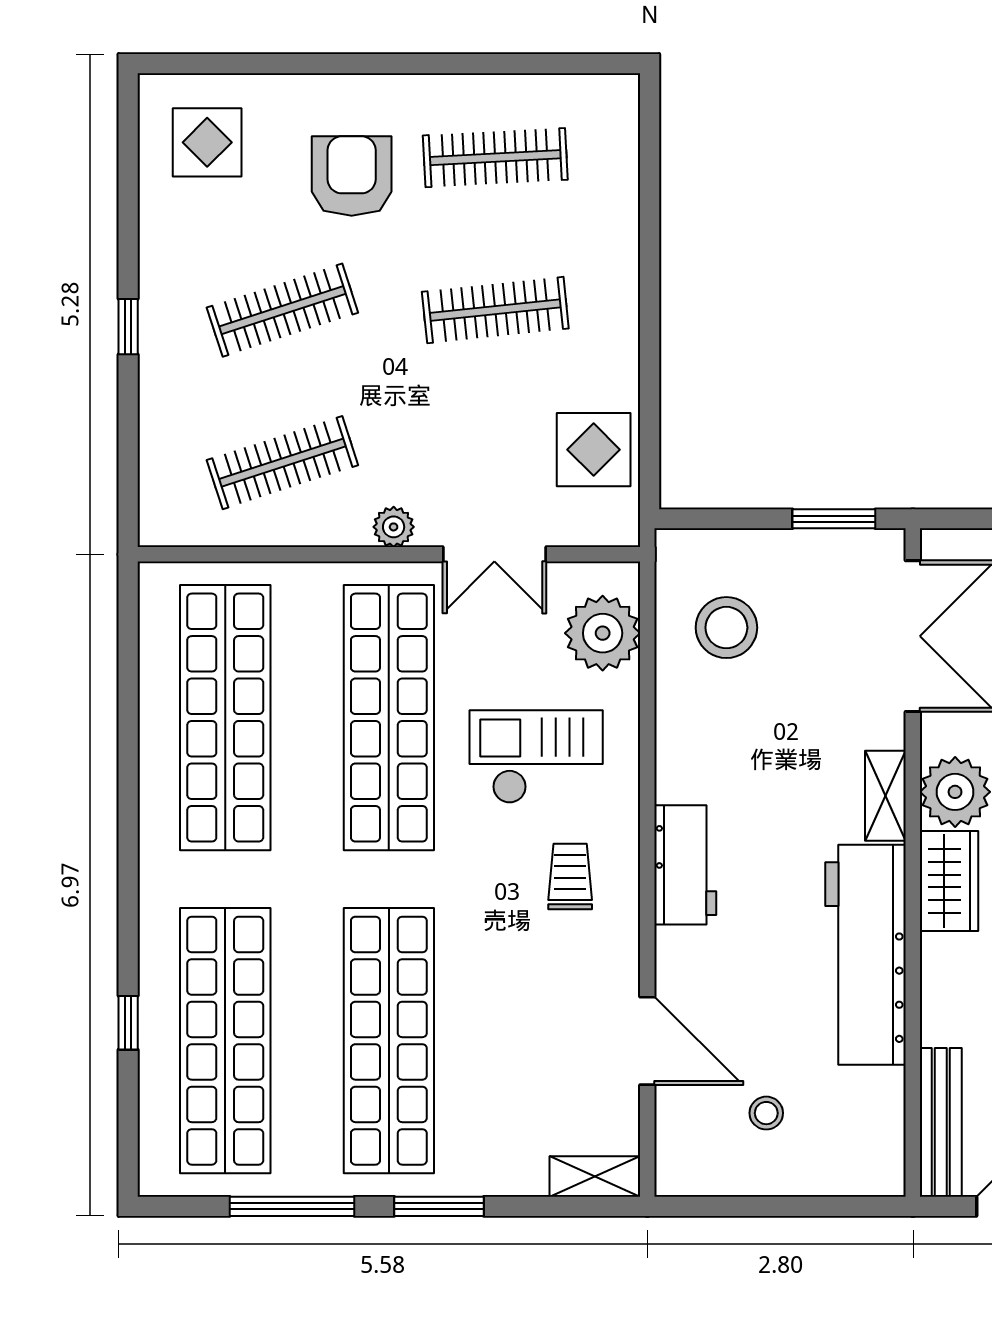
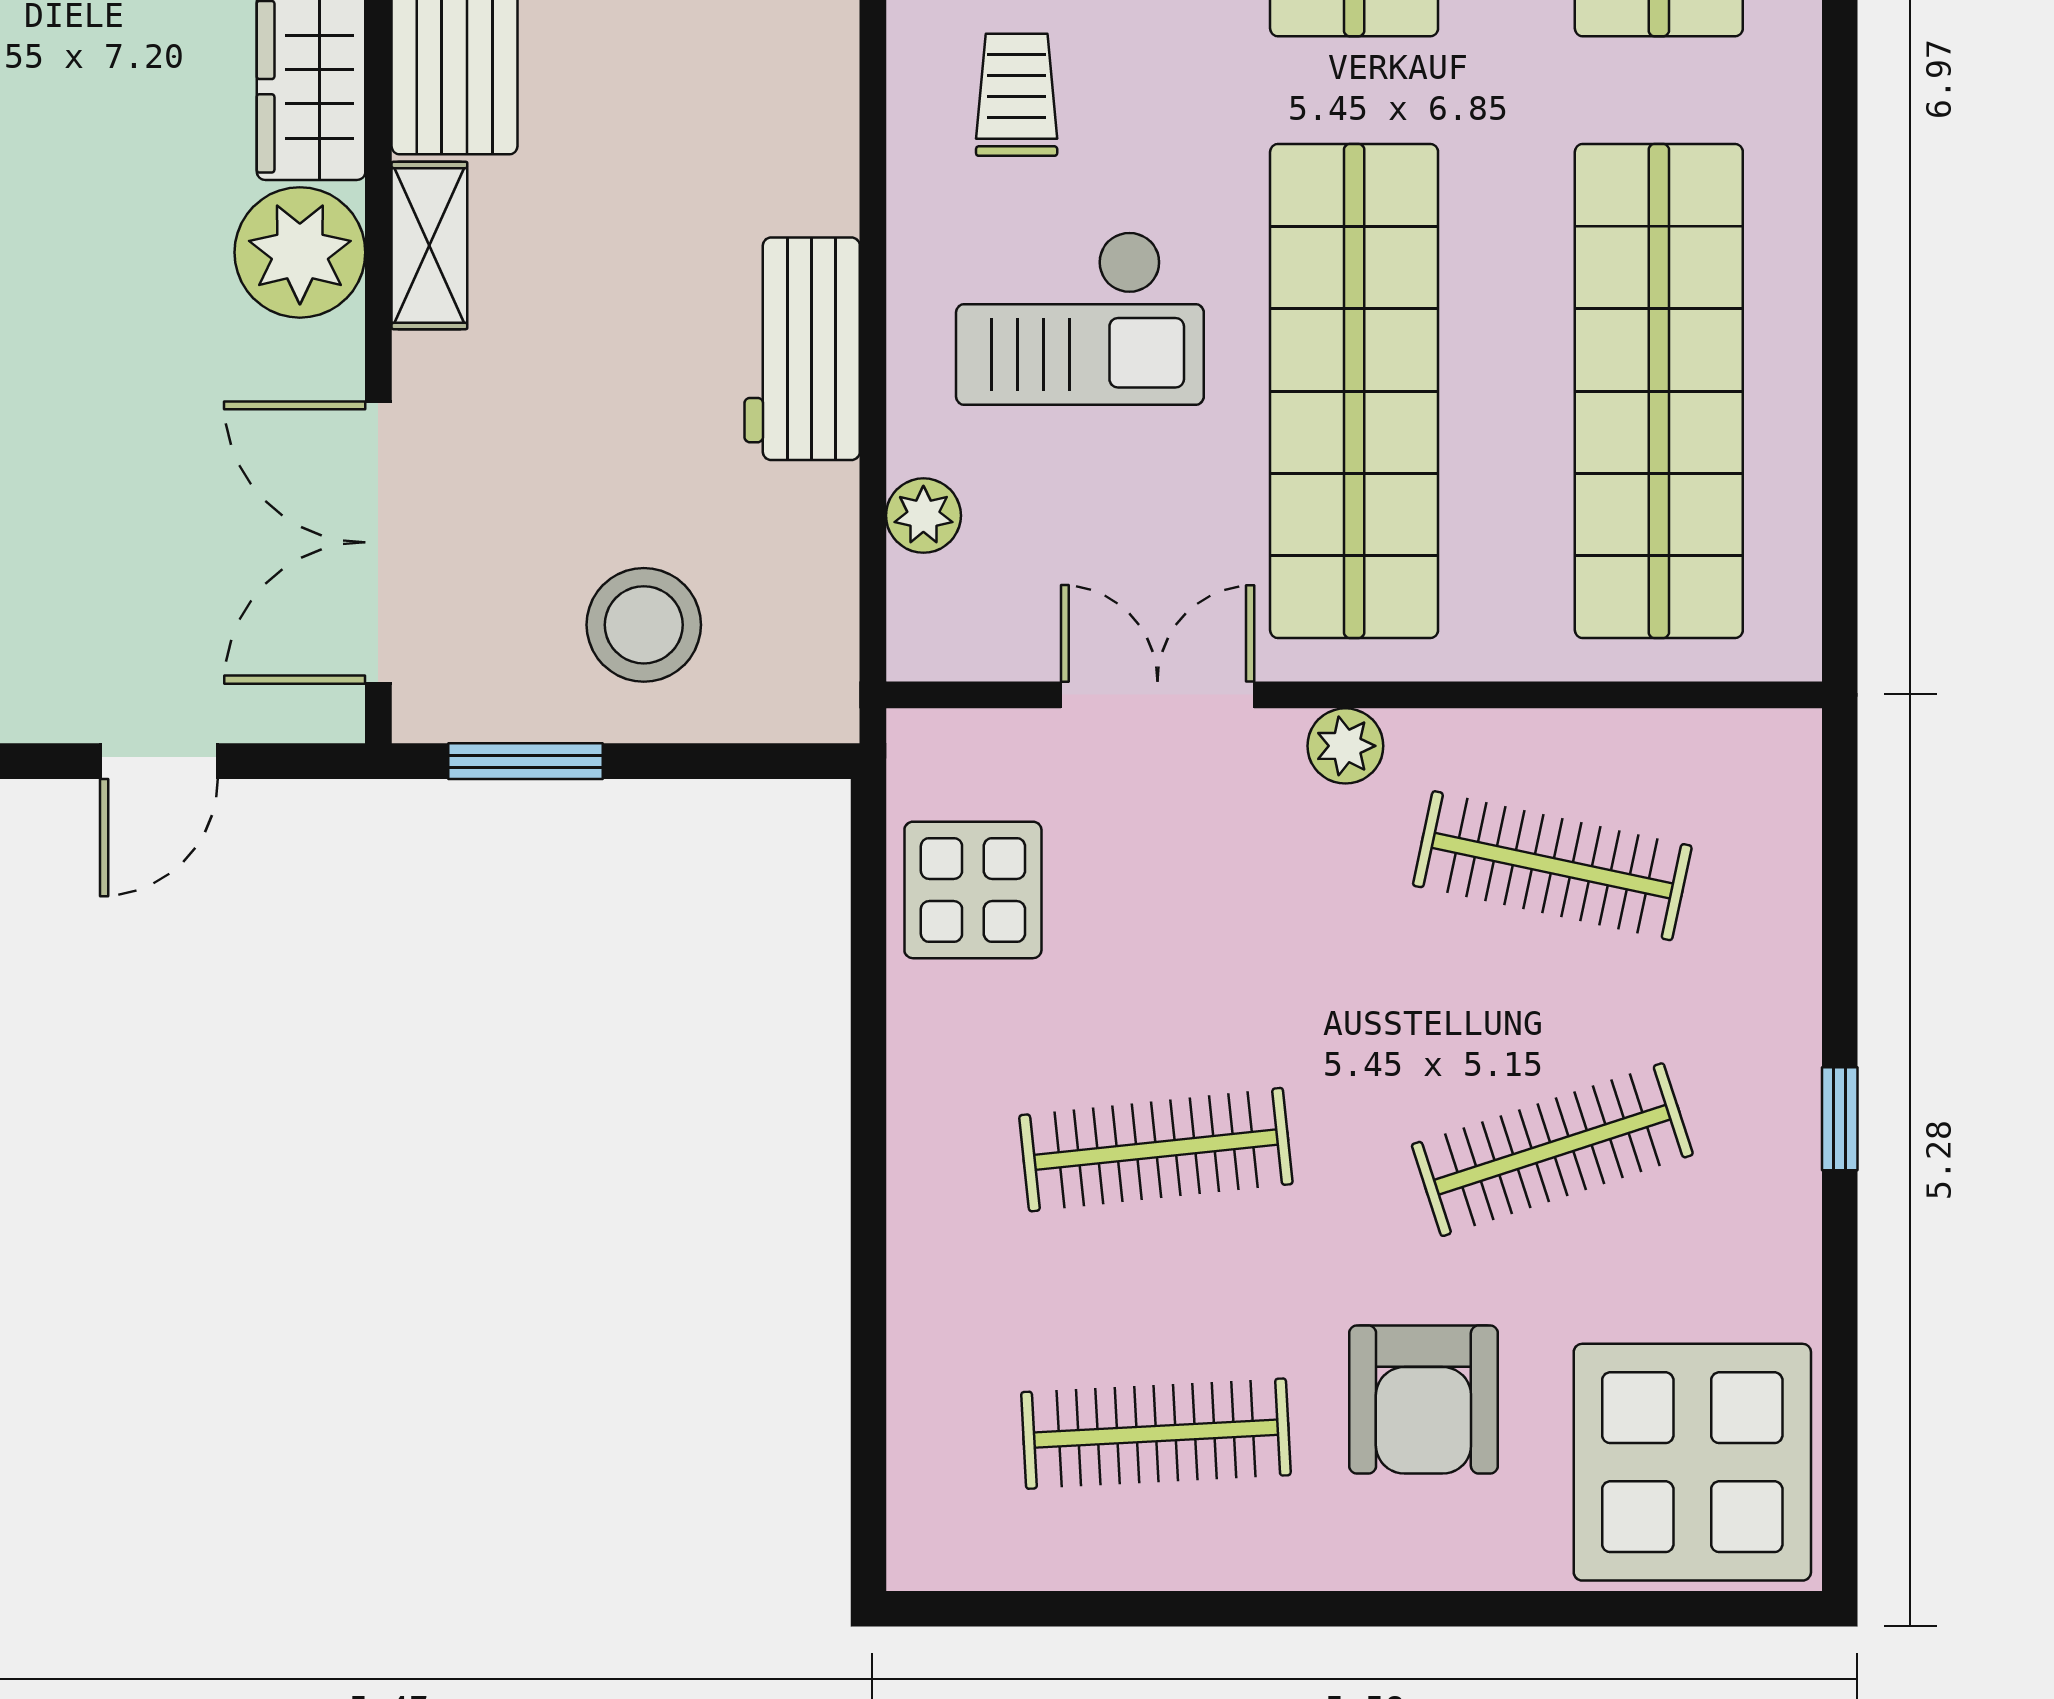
display table: (207, 142) -> (1692, 1462), width x1.86, depth x1.86
clothes rail: (282, 463) -> (1552, 866), turned 30
stool: (726, 628) -> (644, 625), moved
plant: (603, 633) -> (923, 516), width x0.53, depth x0.53
workbench: (685, 865) -> (802, 349), moved
trolley: (570, 877) -> (1017, 95), turned 180

